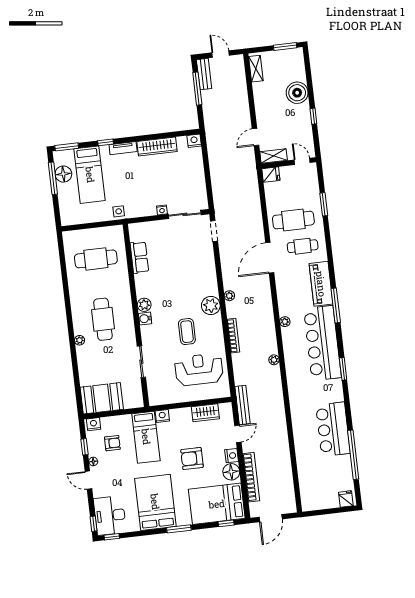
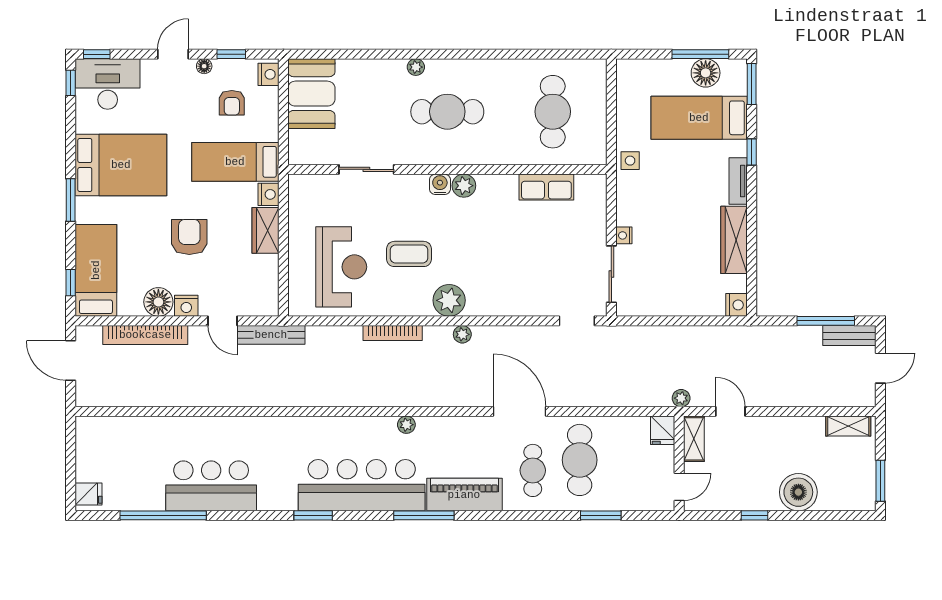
plant: (274, 360) -> (681, 398), moved
wardrobe: (205, 413) -> (265, 230), moved
bed: (217, 504) -> (96, 270), width x0.67

